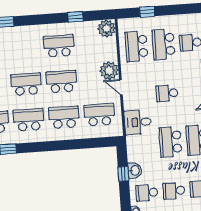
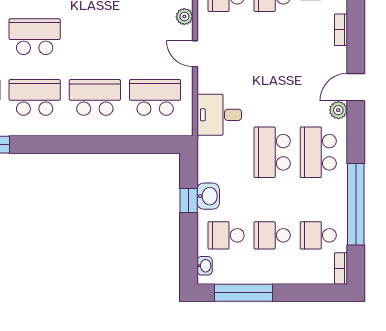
plant: (109, 71) -> (184, 17), width x0.53, depth x0.53
school desk: (61, 82) -> (95, 37), removed
school desk: (167, 93) -> (272, 69), removed

